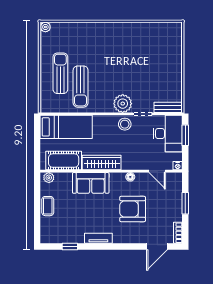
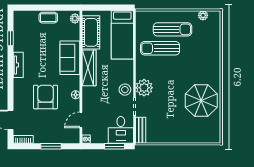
plant: (45, 27) -> (203, 15), moved
parasol: (137, 42) -> (201, 101), added
desk: (168, 134) -> (121, 130), width x0.73

